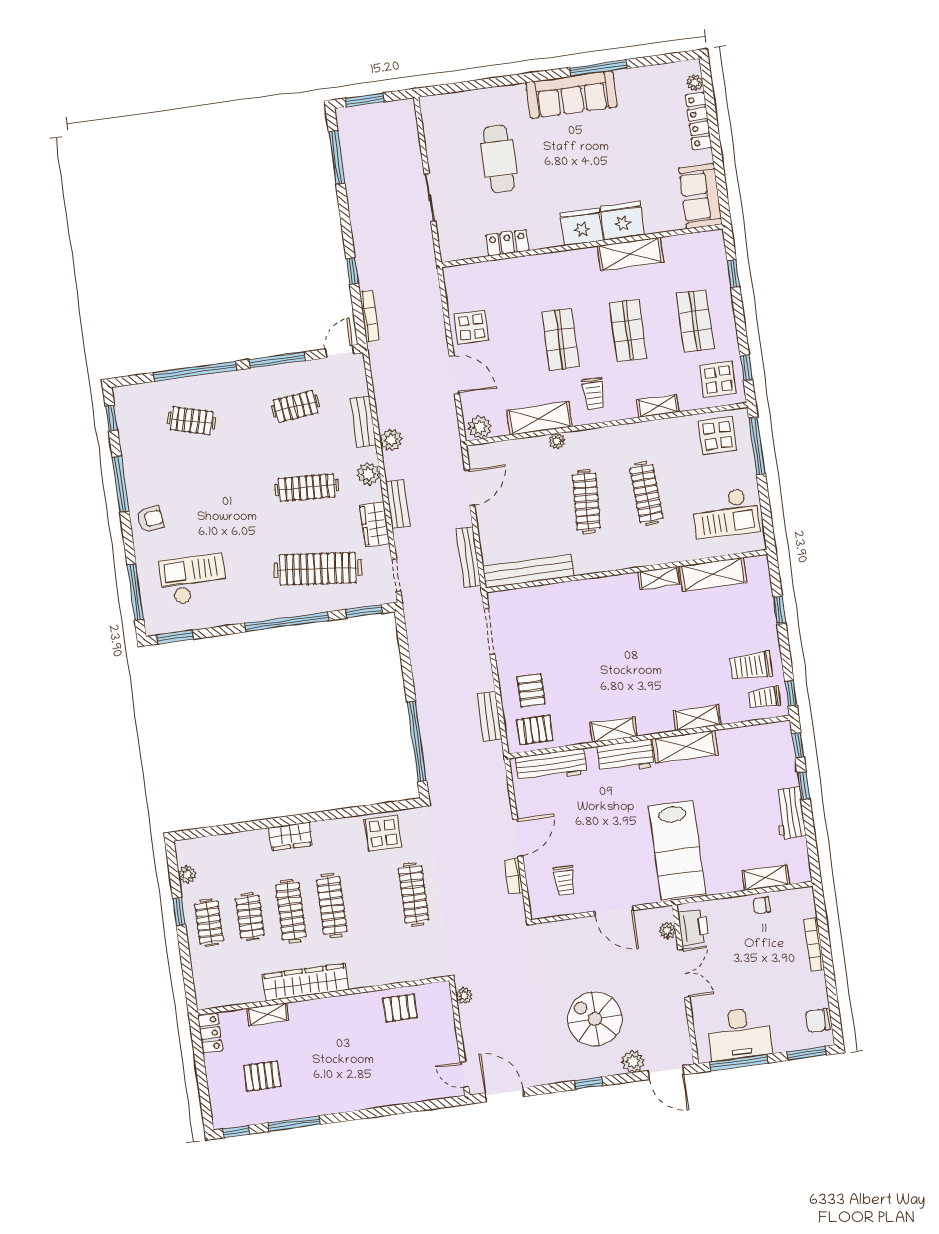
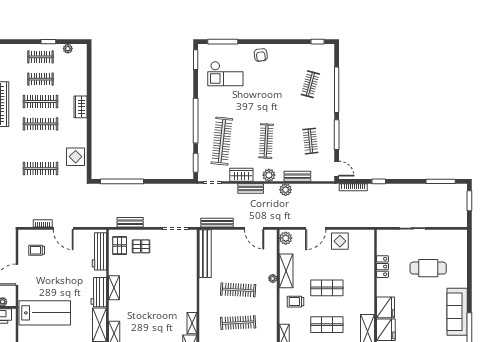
window: (121, 484) -> (282, 42), removed
checkout: (193, 579) -> (225, 74), turned 90
lab bench: (677, 850) -> (45, 313), turned 180

